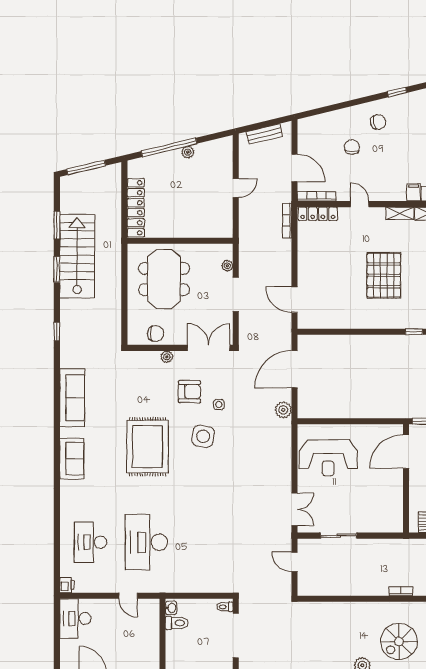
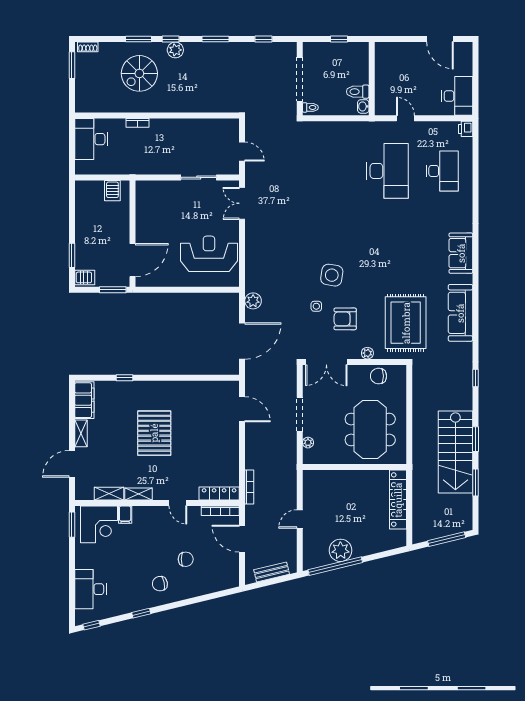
window: (169, 147) -> (335, 566), moved
chair: (352, 147) -> (186, 559), turned -90
plant: (188, 152) -> (340, 550), width x1.87, depth x1.87
rug: (148, 447) -> (406, 323), moved
spiral stairs: (399, 641) -> (139, 73), turned 180

